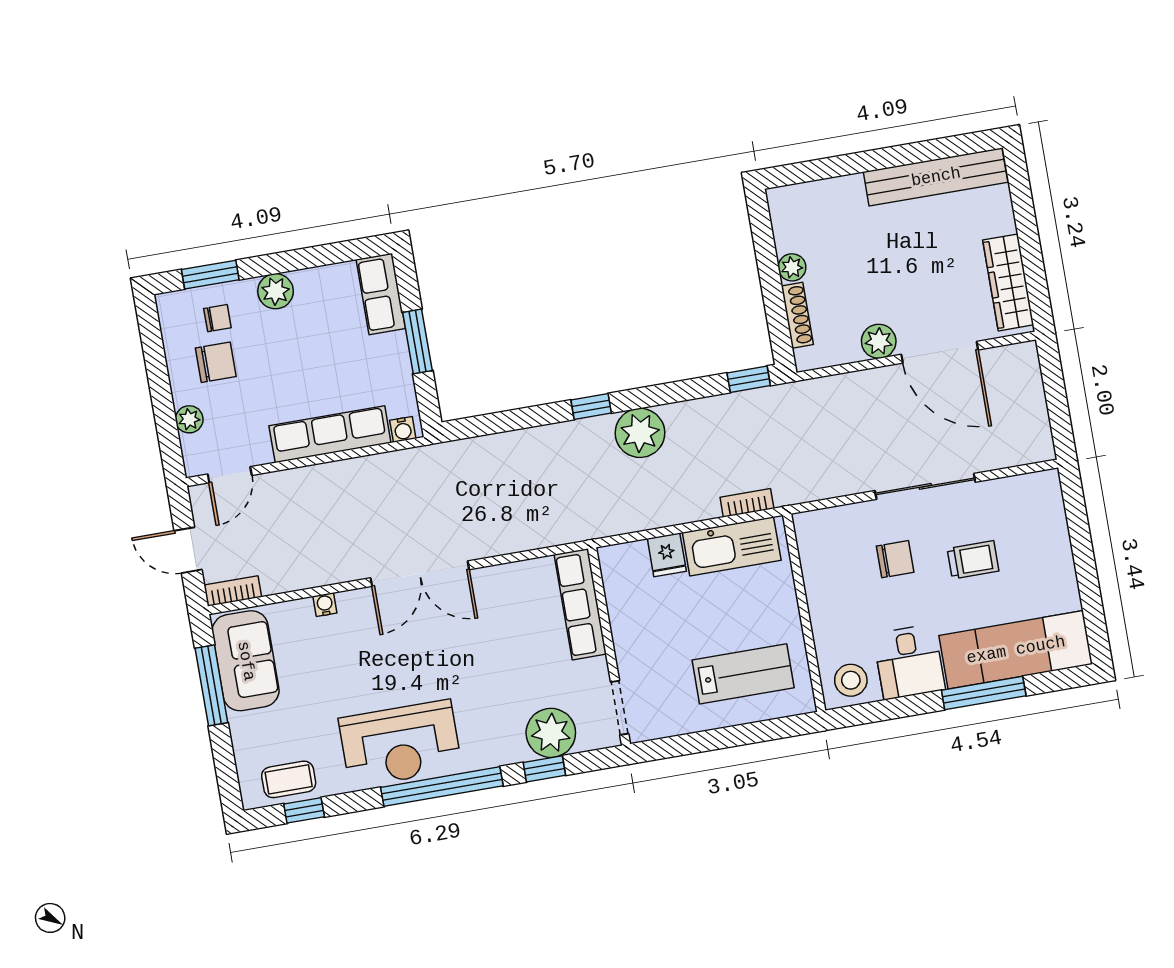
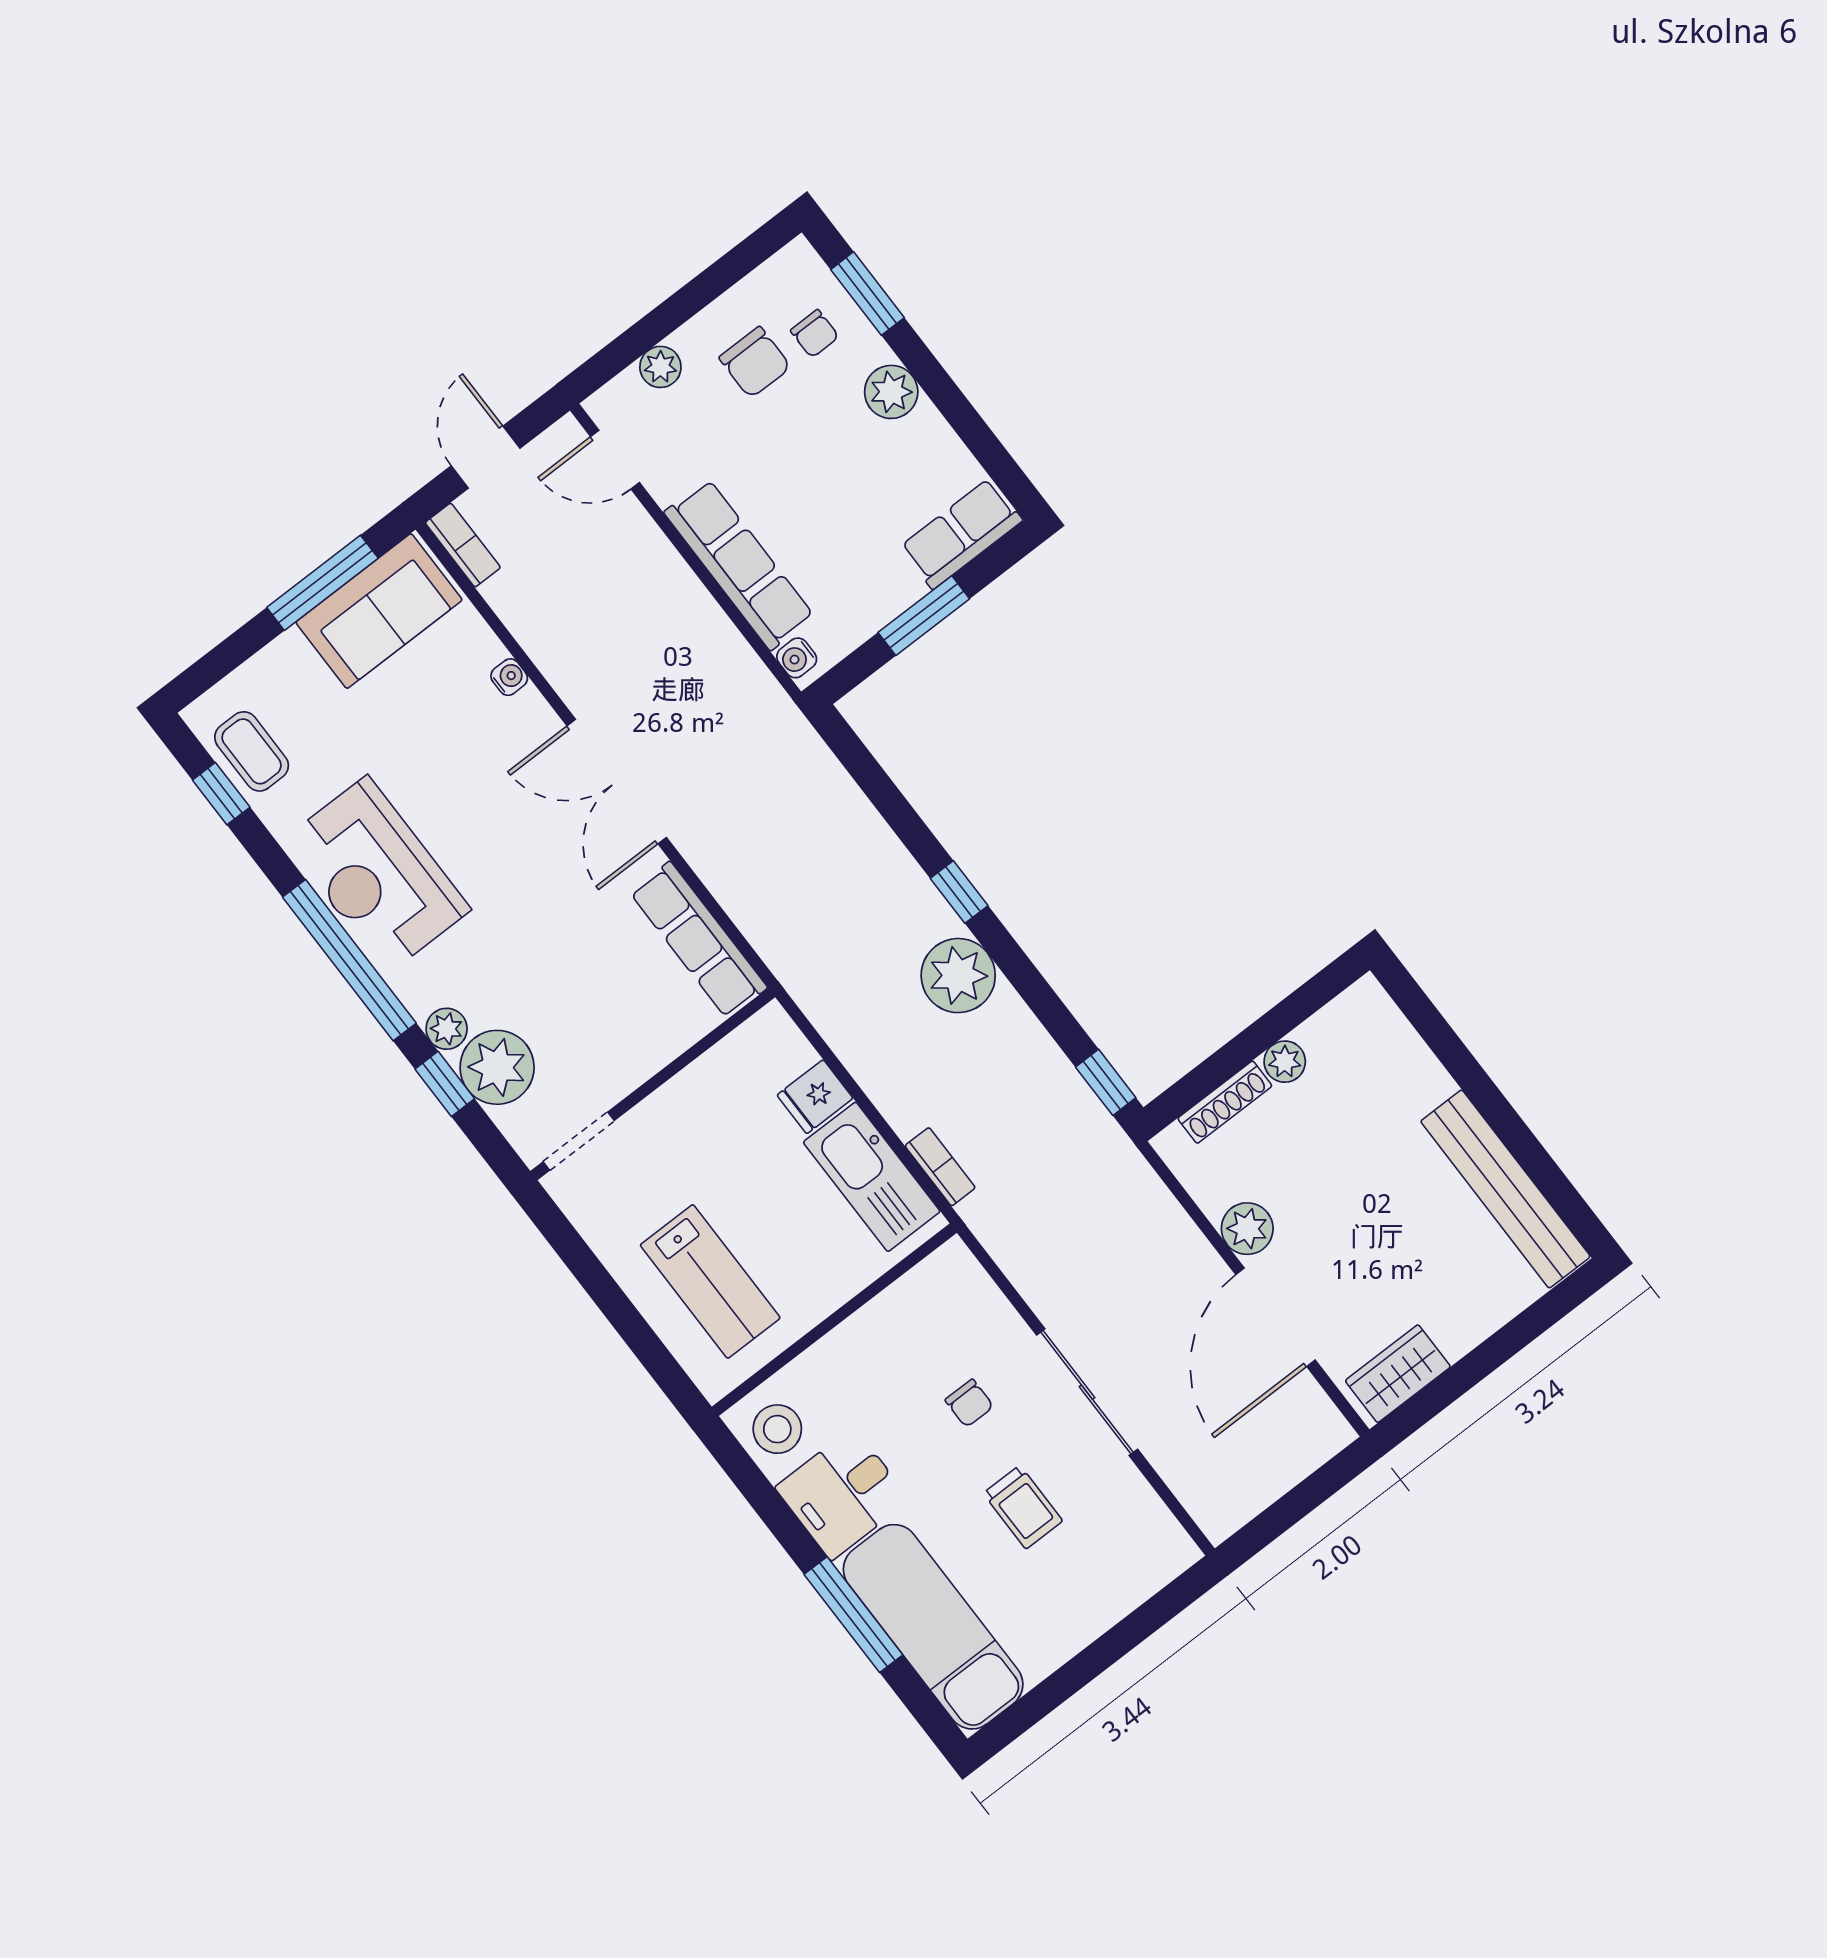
wardrobe: (1008, 282) -> (1398, 1374), width x0.67
chair: (895, 559) -> (969, 1403), width x0.73, depth x0.73
row of seats: (580, 604) -> (699, 940), moved, turned -90
plant: (512, 751) -> (447, 1029), added

